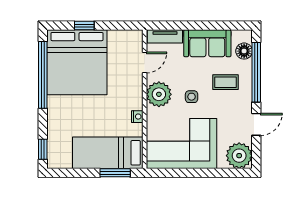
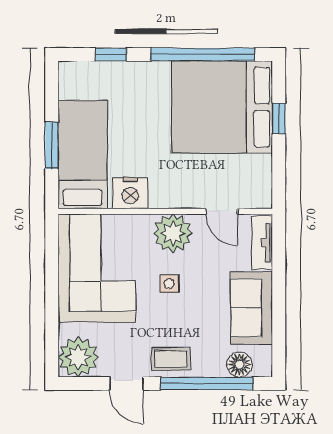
coffee table: (225, 82) -> (171, 359), moved, turned 90
nightstand: (137, 117) -> (130, 193), width x1.89, depth x1.79
window: (43, 149) -> (111, 54), moved
window: (115, 173) -> (52, 145), moved

